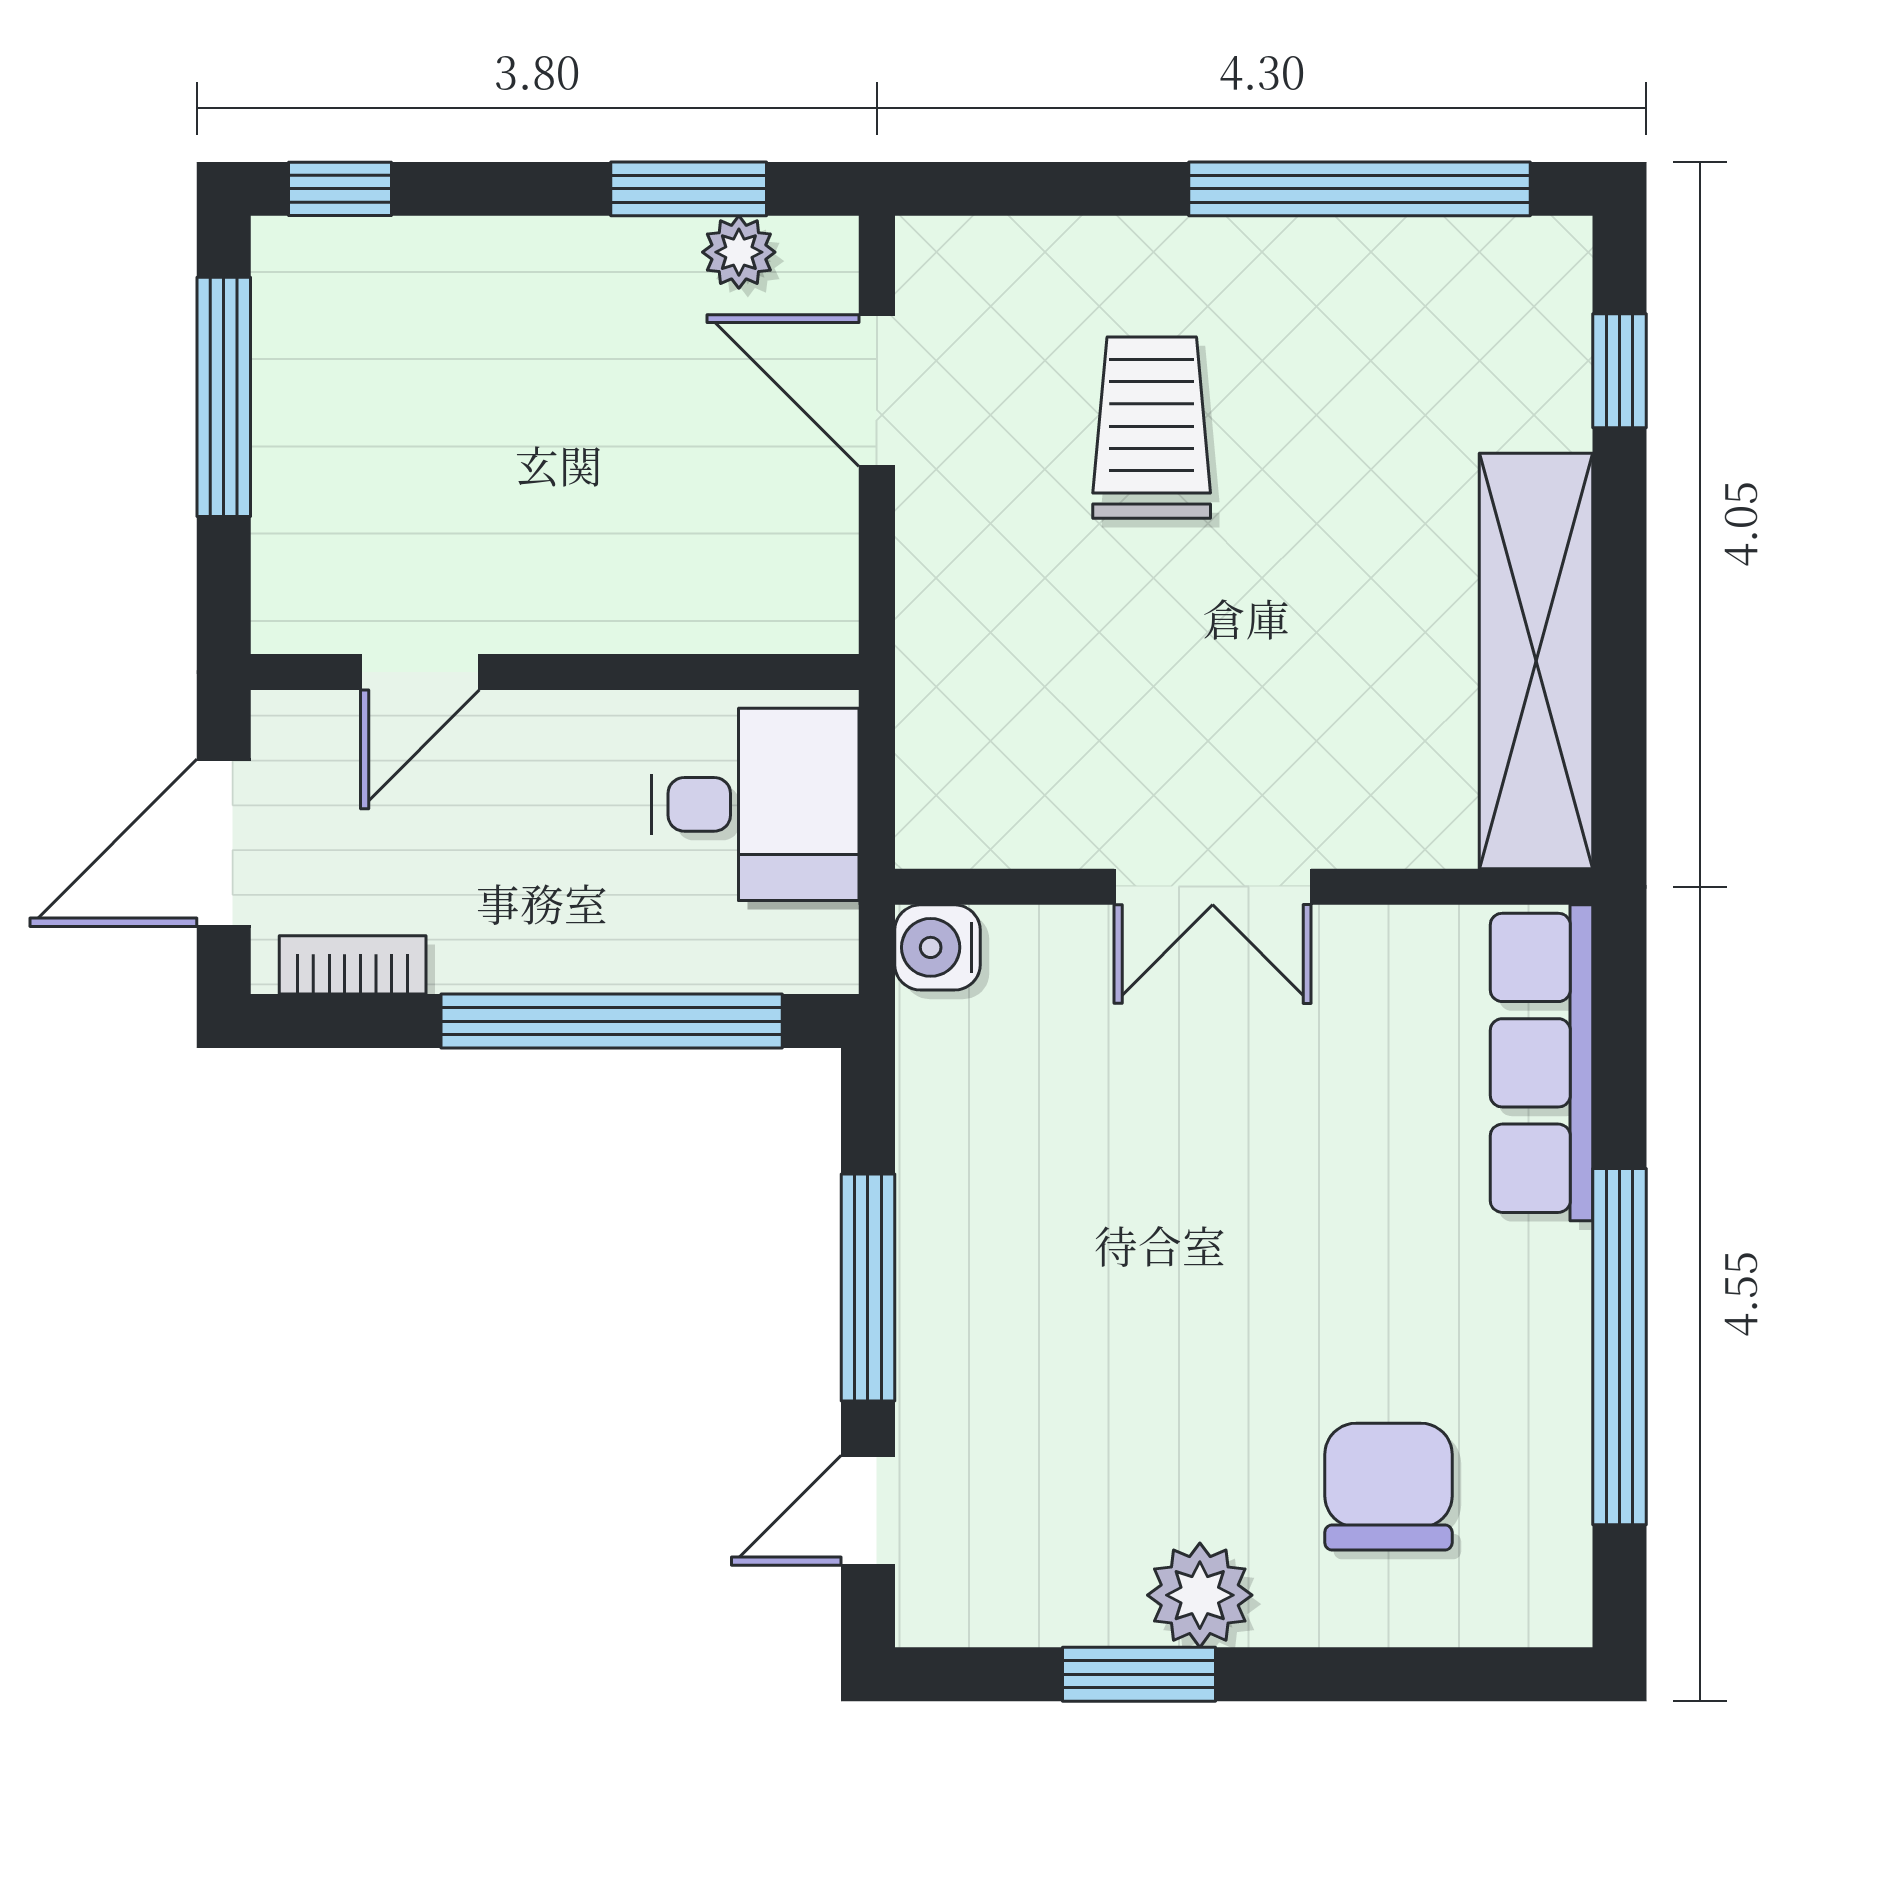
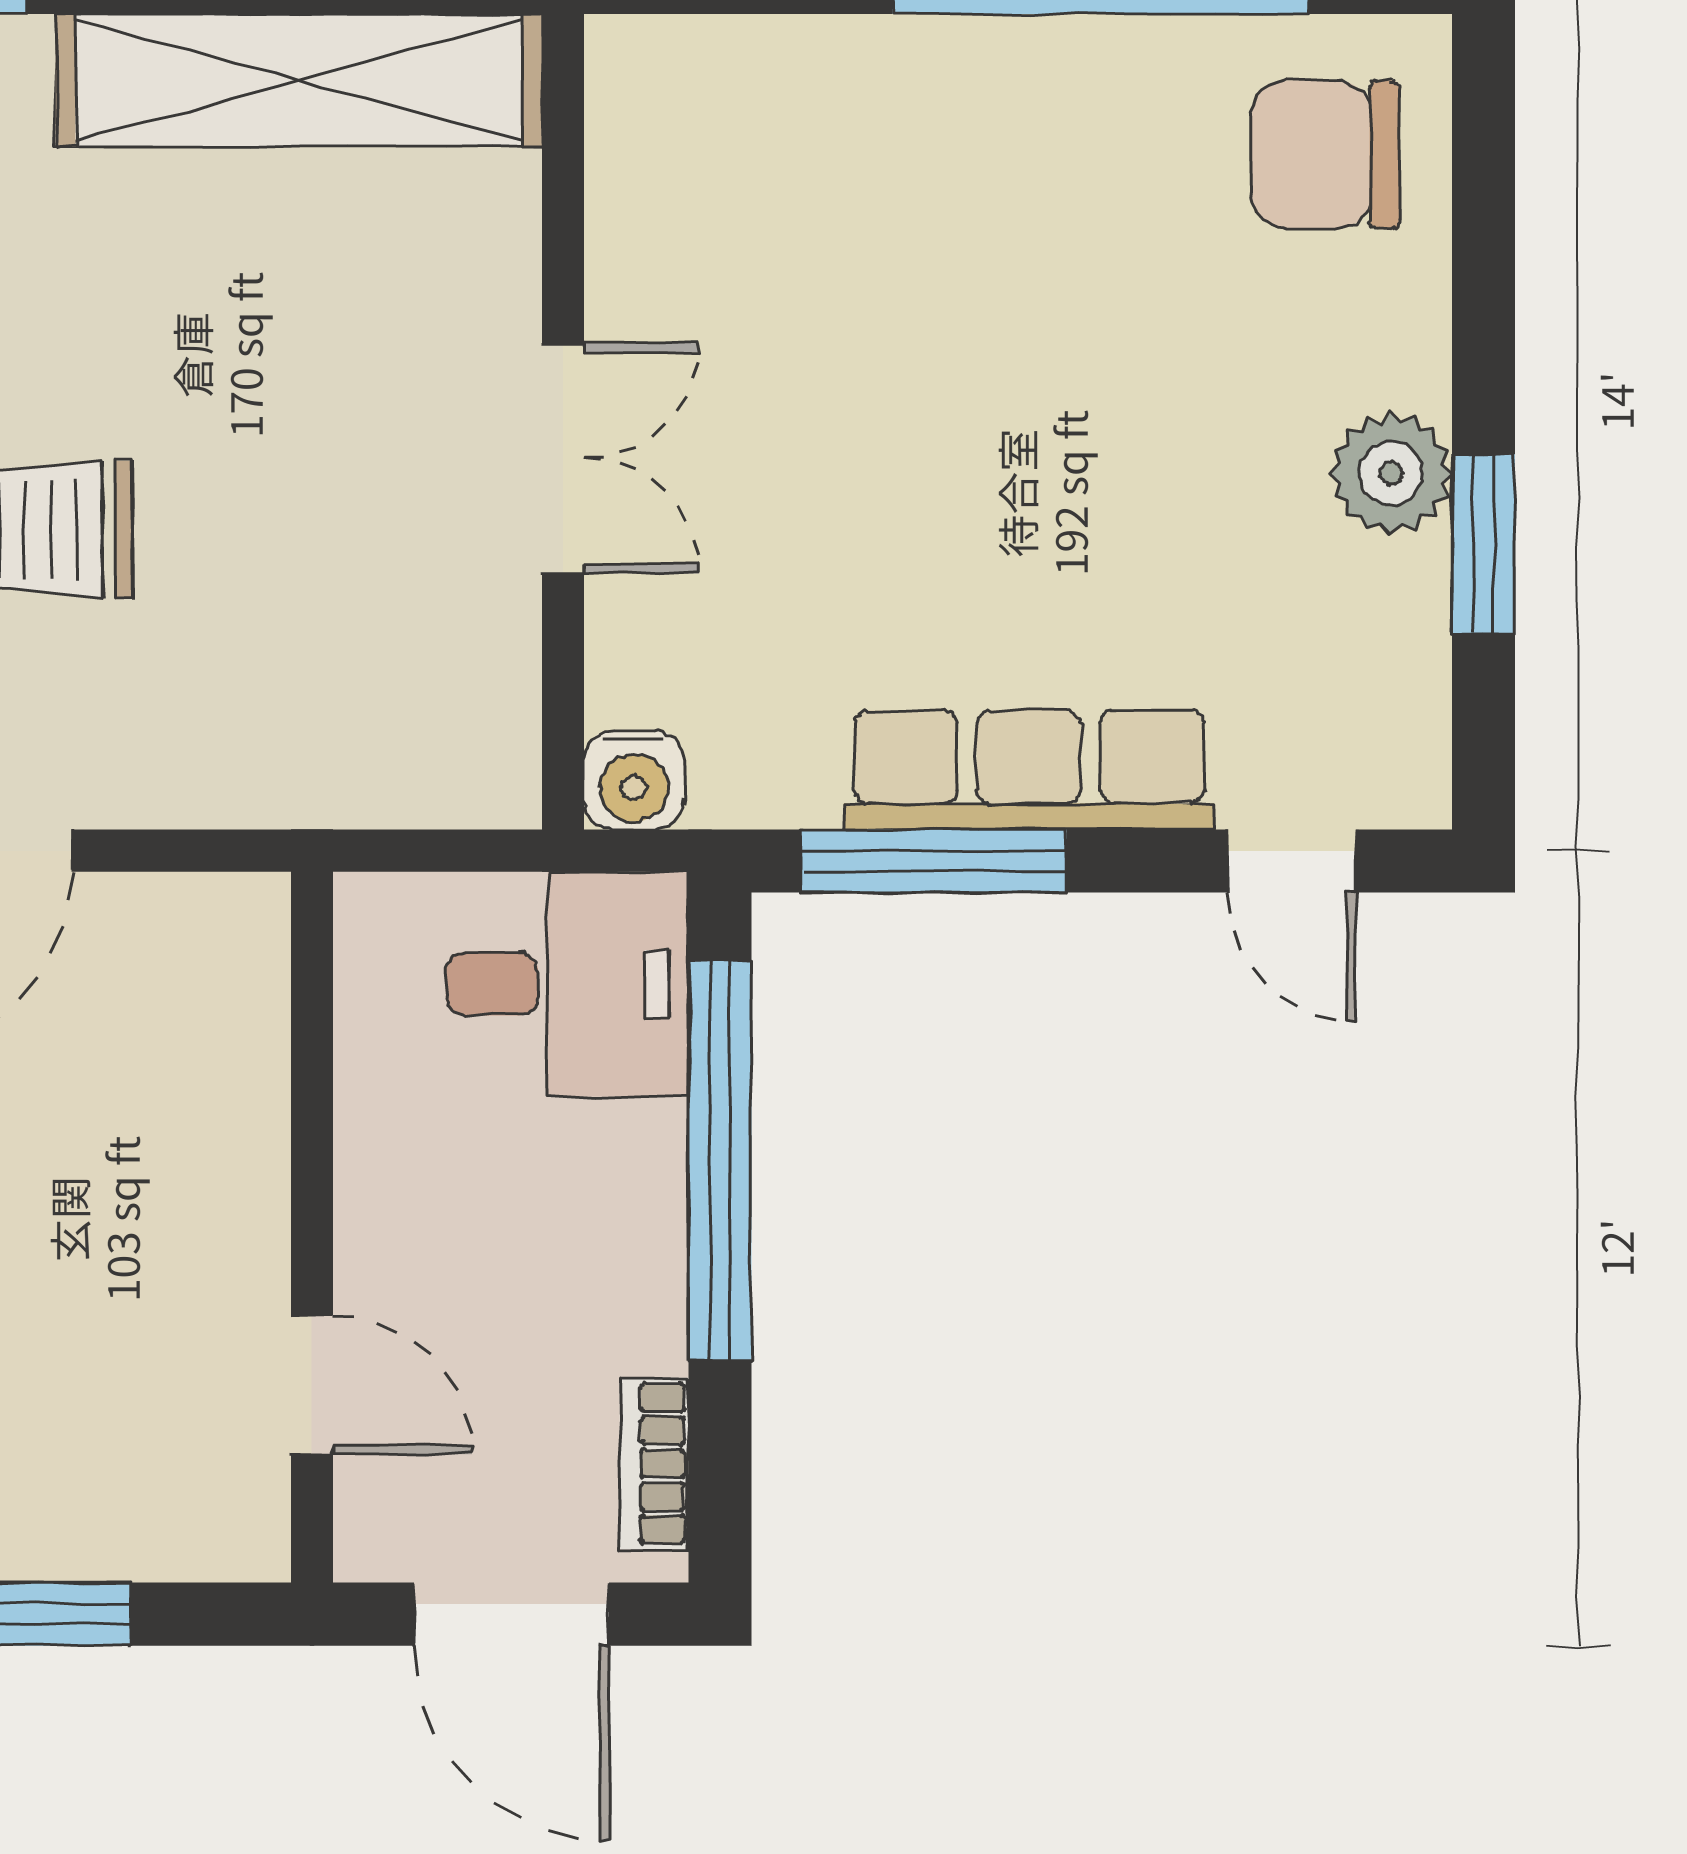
desk: (755, 804) -> (567, 984), moved, turned 90
row of seats: (1542, 1063) -> (1029, 770), moved, turned 180
window: (868, 1288) -> (934, 861), moved
chair: (1388, 1487) -> (1325, 155), moved

